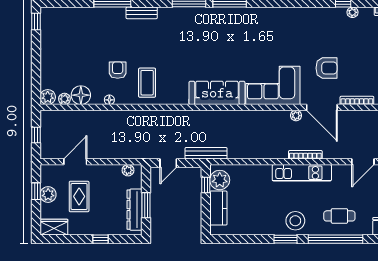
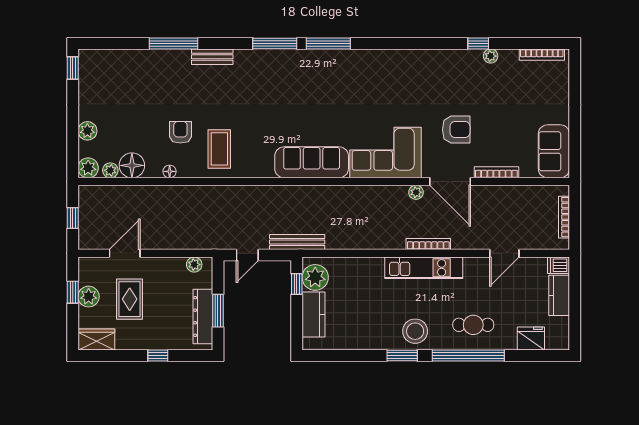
plant: (47, 69) -> (87, 131), added

